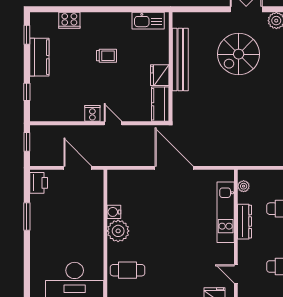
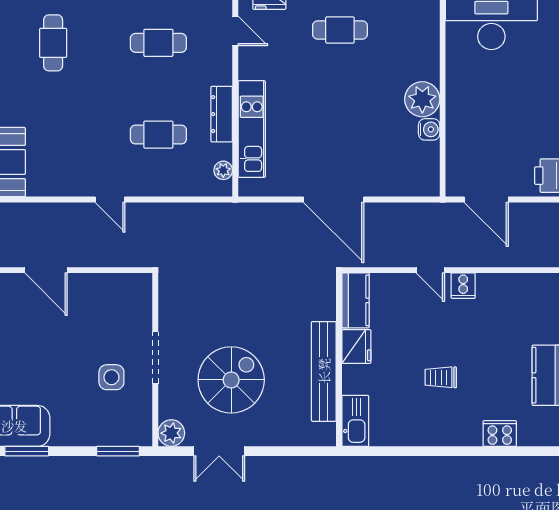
kitchen sink: (148, 21) -> (355, 421), moved, turned 90
cafe table: (127, 270) -> (340, 30), moved

